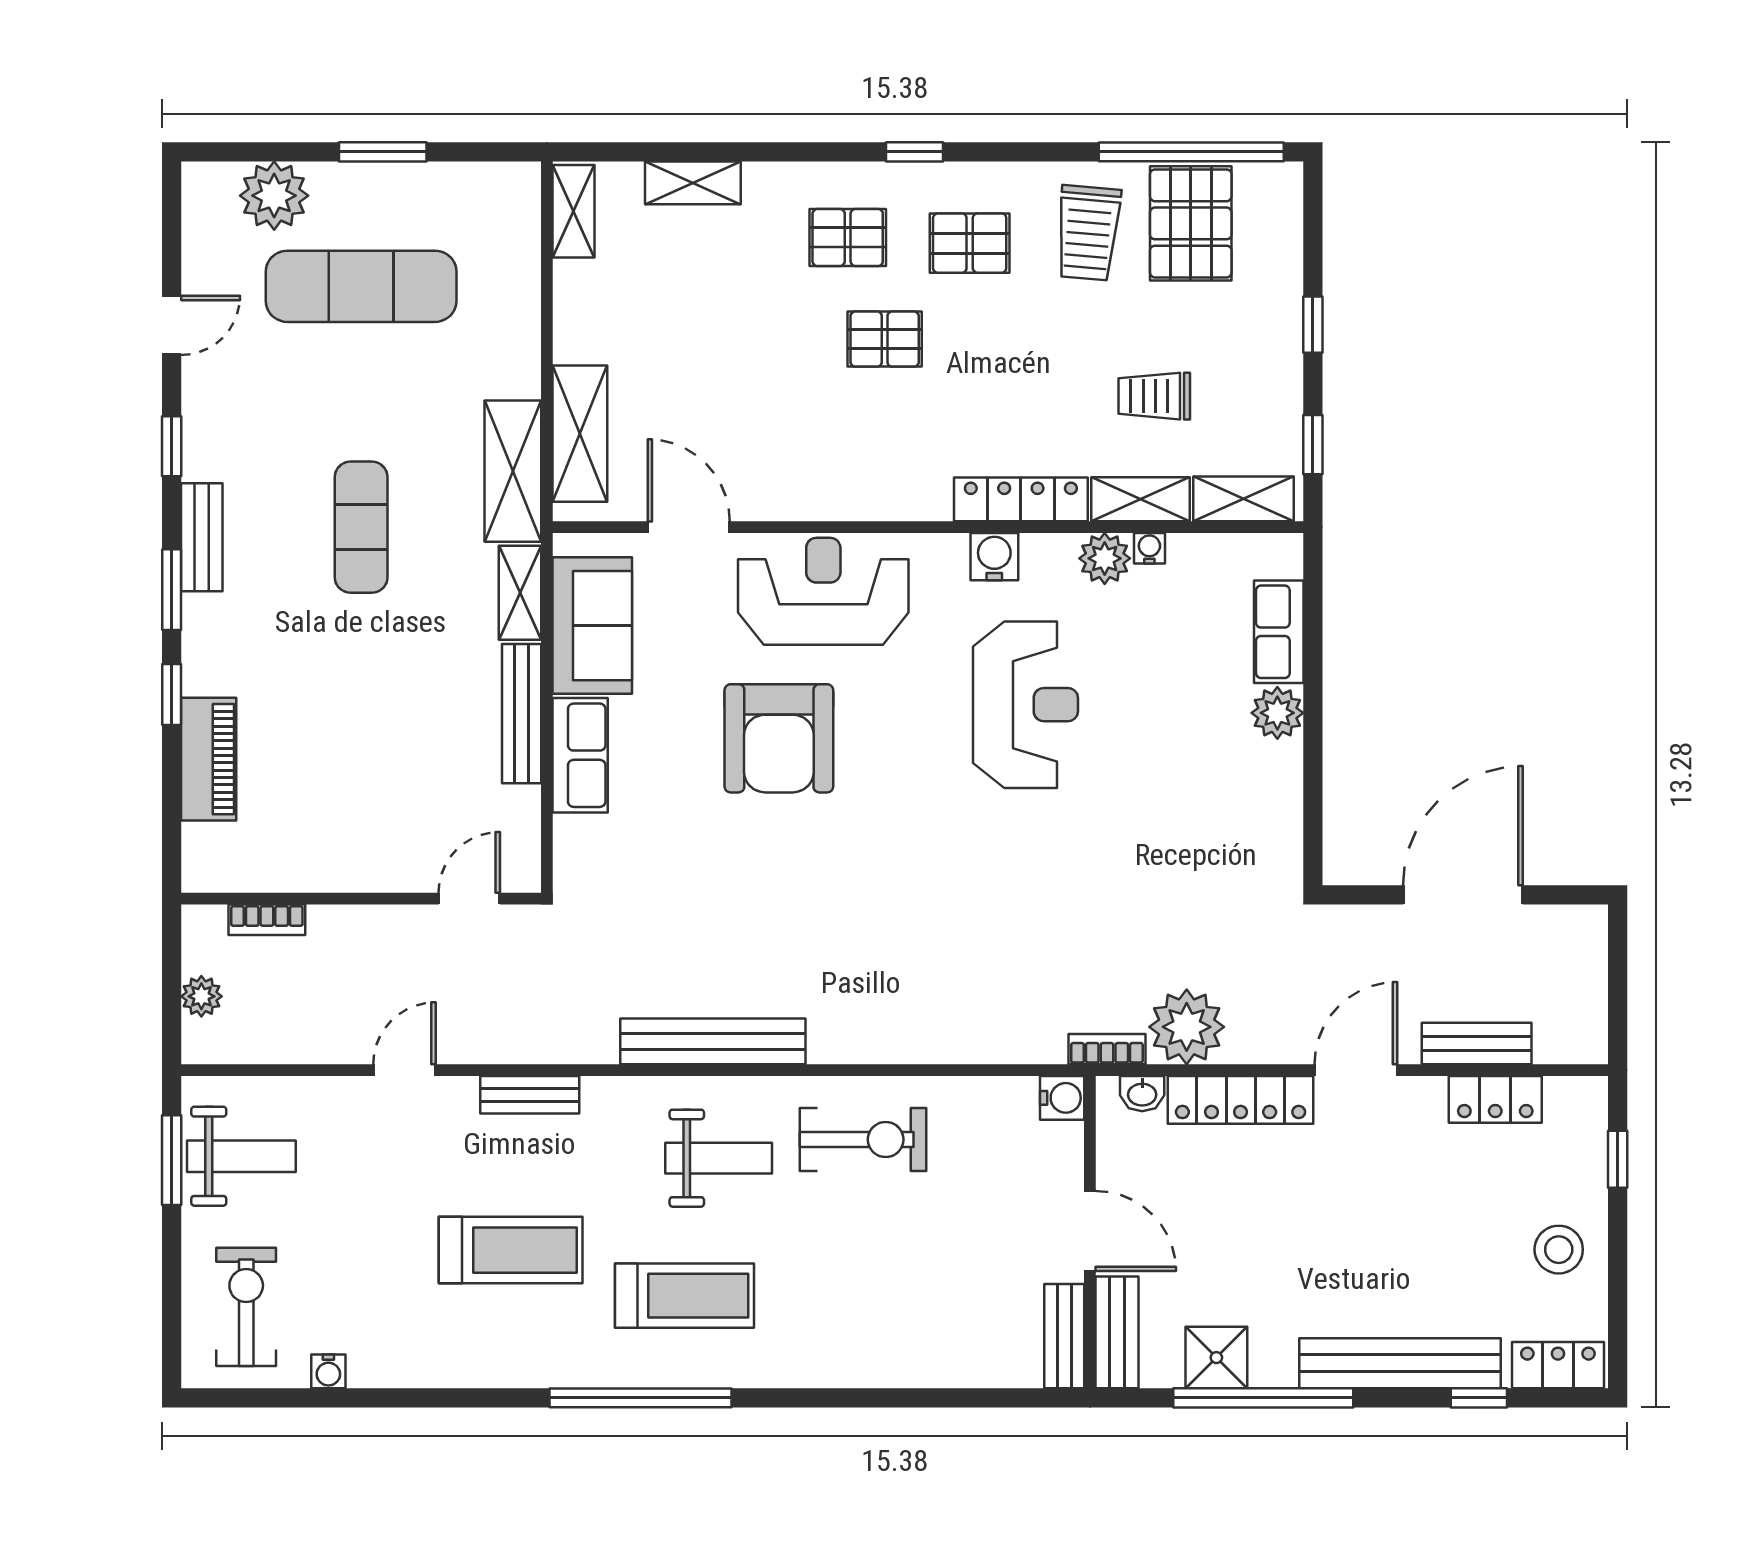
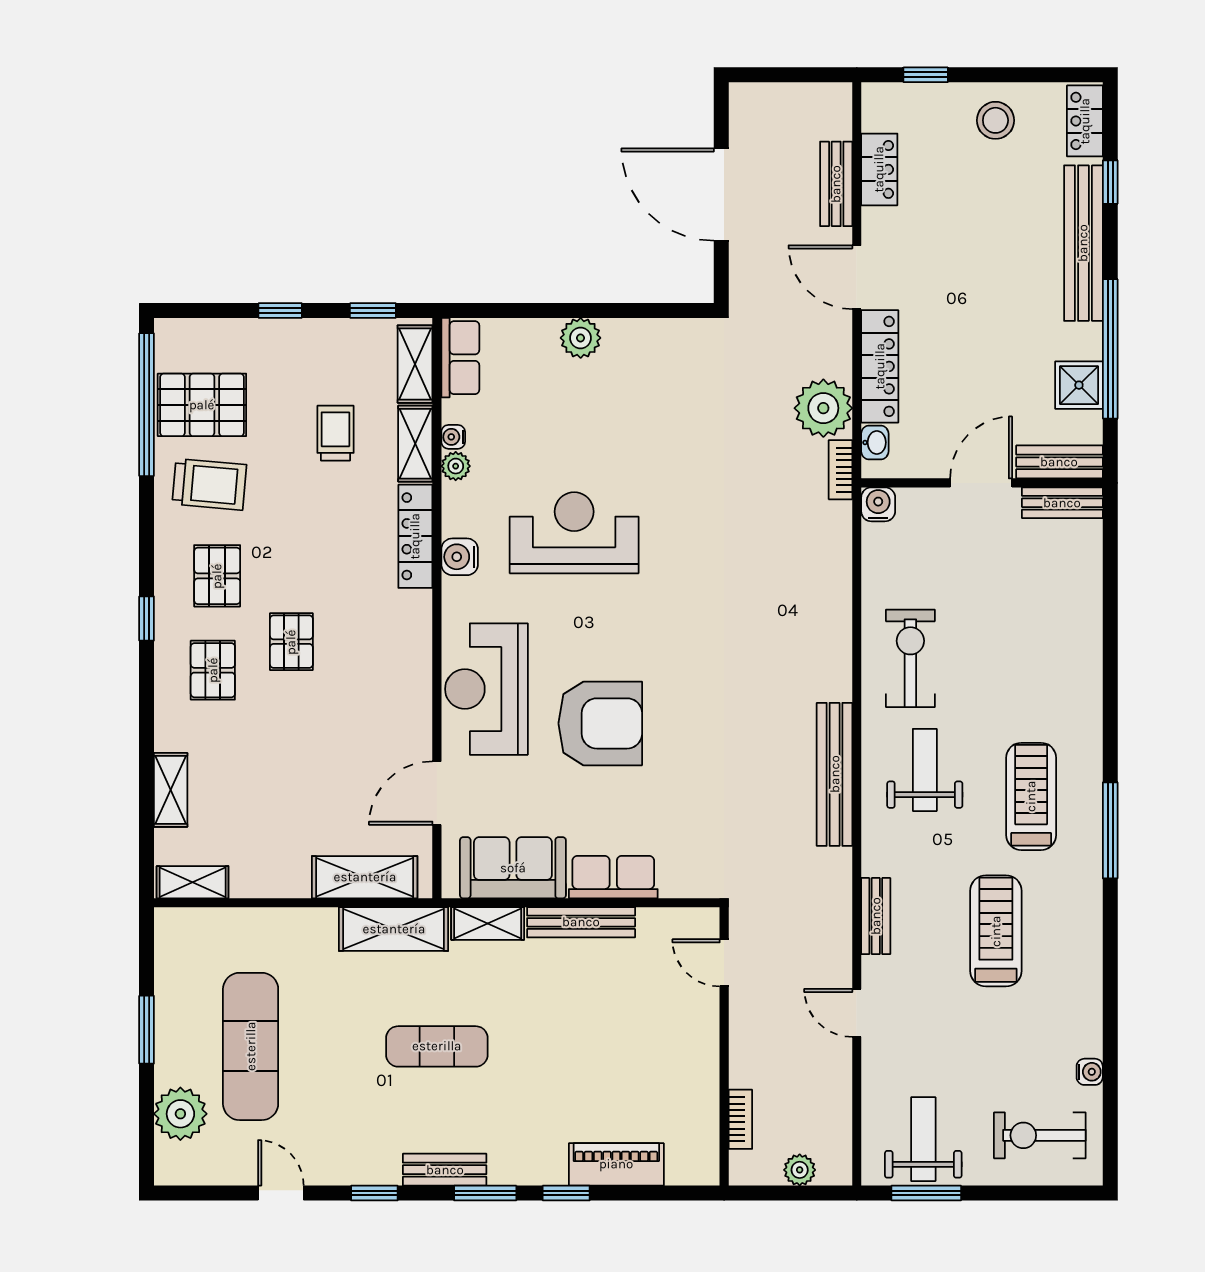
trolley: (1154, 396) -> (335, 433), turned 180
plant: (1105, 558) -> (456, 466), width x0.73, depth x0.73
row of seats: (1279, 632) -> (460, 358), moved, turned -90
window: (641, 1398) -> (1110, 830), width x0.68

